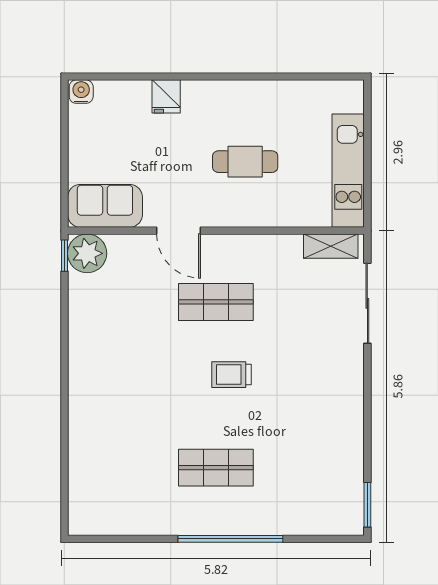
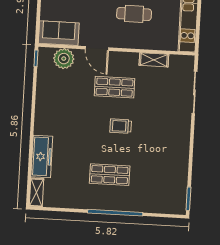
shelving: (331, 246) -> (154, 60), moved
plant: (87, 253) -> (64, 59), moved
freezer: (86, 440) -> (42, 156), added
shelving: (80, 509) -> (36, 192), added

